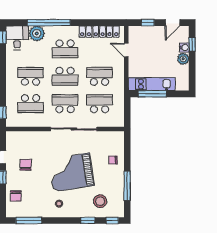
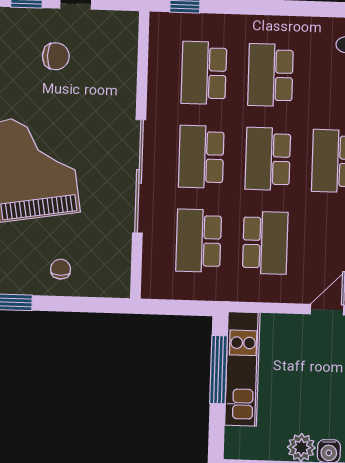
school desk: (31, 76) -> (270, 75), turned 180
school desk: (65, 104) -> (201, 157), turned 180
school desk: (100, 104) -> (199, 241), turned 180

